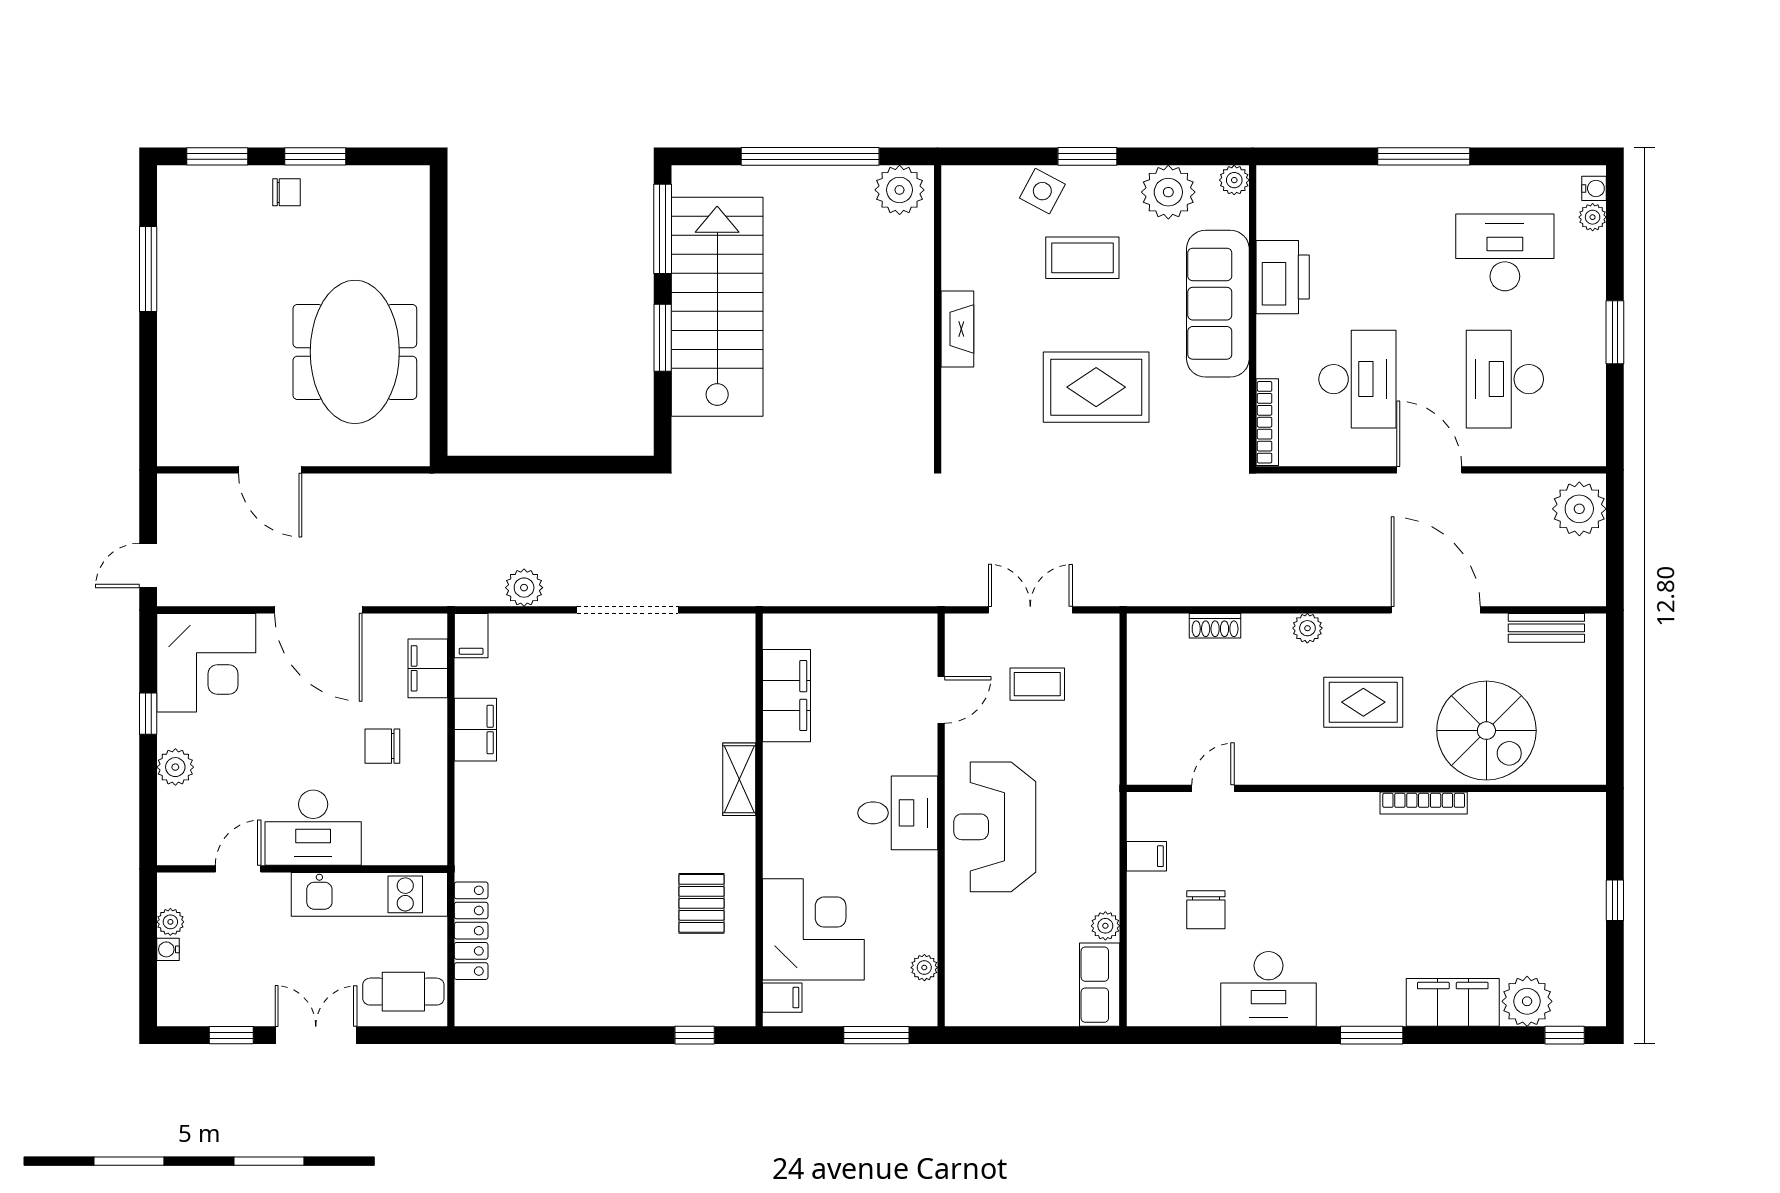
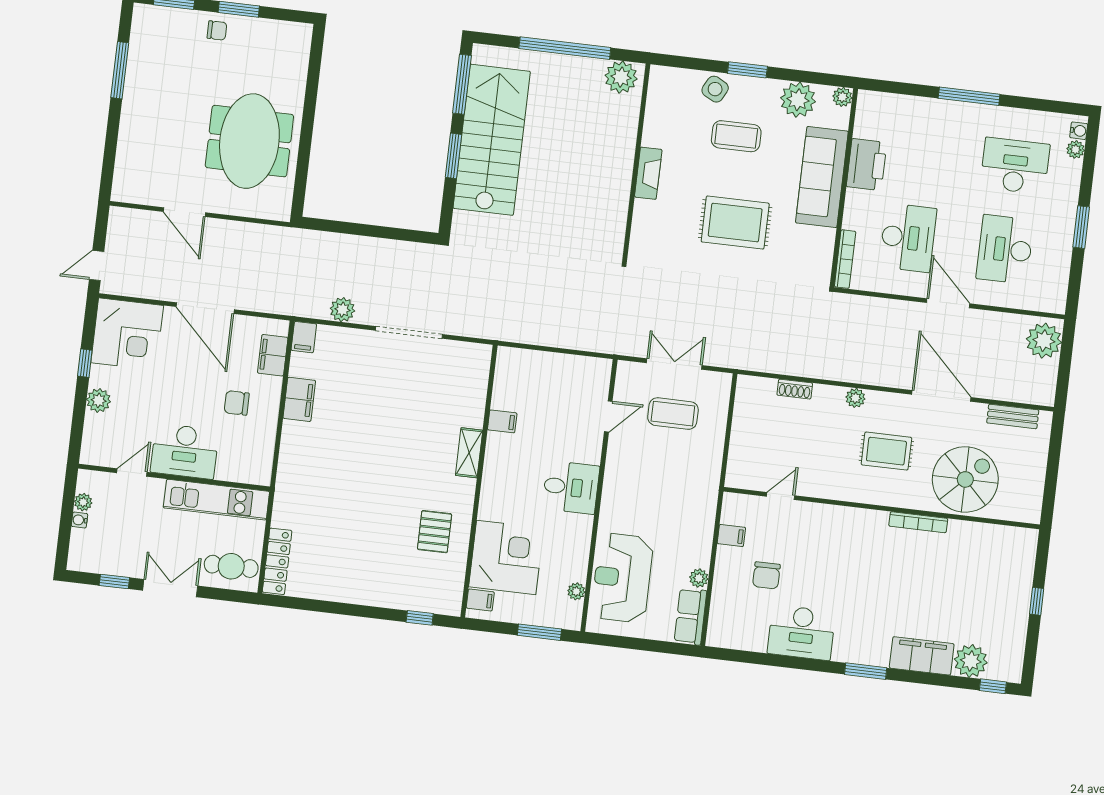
coffee table: (1037, 684) -> (673, 414), width x1.36, depth x1.30
filing cabinet: (786, 696) -> (502, 421), width x0.33, depth x0.86
spiral stairs: (1486, 731) -> (965, 479), turned -90
reception desk: (995, 827) -> (622, 578), moved
locker: (471, 931) -> (277, 561), moved

